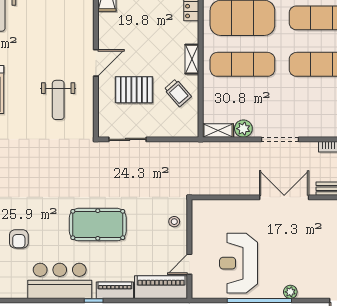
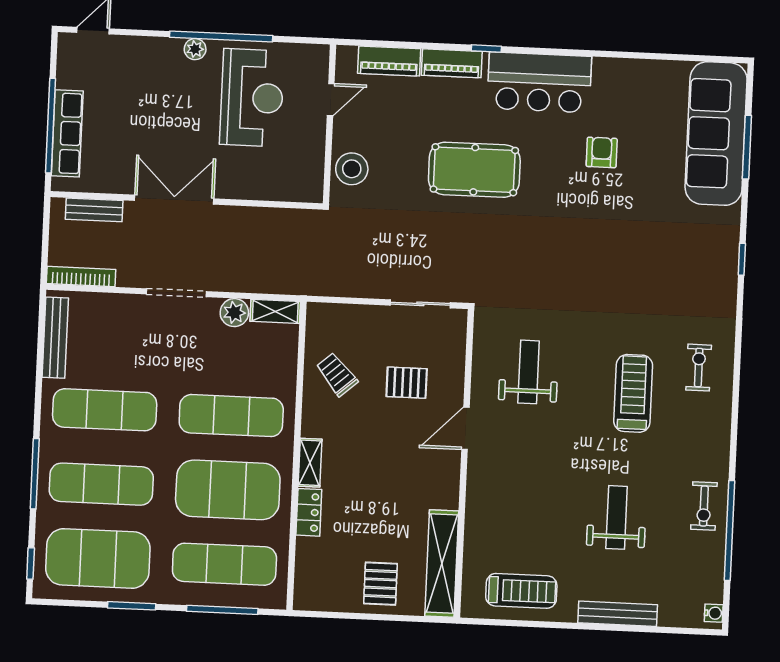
shelving: (192, 59) -> (310, 463), moved
pallet: (134, 90) -> (407, 383), width x0.67, depth x0.71
double door: (284, 197) -> (174, 200), swing flipped
stool: (174, 222) -> (352, 169), width x1.89, depth x1.89
piano: (161, 287) -> (389, 61), width x0.73, depth x0.75
plant: (290, 292) -> (195, 49), moved

